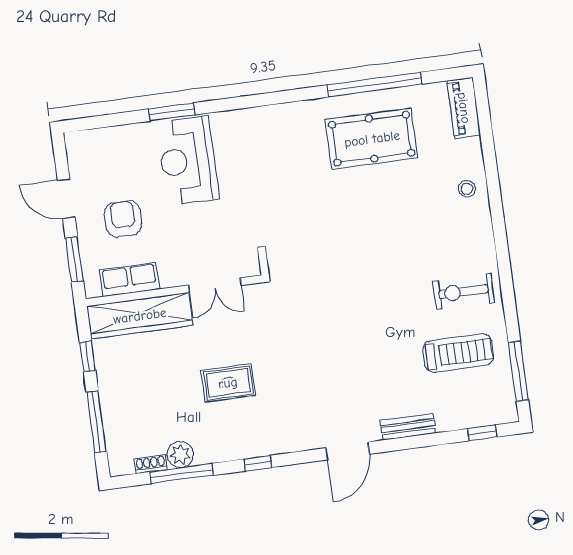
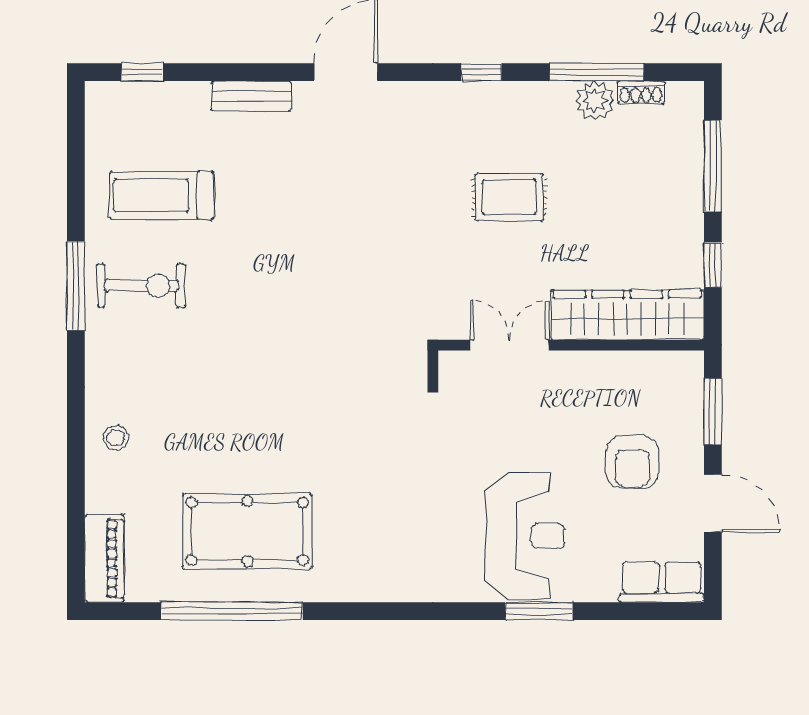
row of seats: (129, 280) -> (662, 582), moved, turned 180
window: (518, 371) -> (76, 286), moved

